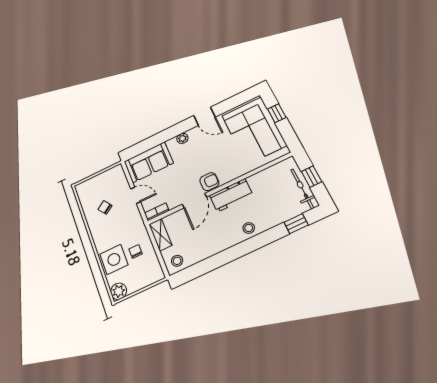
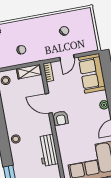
workbench: (231, 195) -> (48, 150), moved
side table: (114, 259) -> (20, 31), removed

